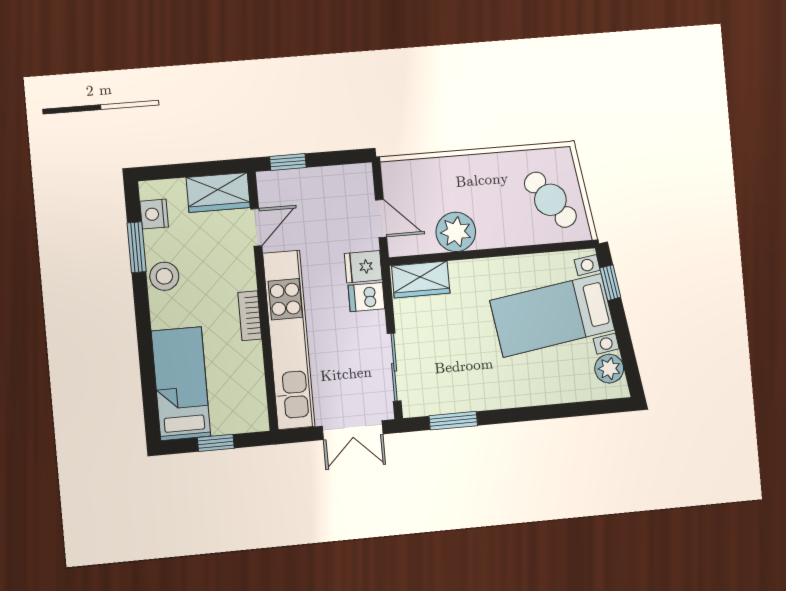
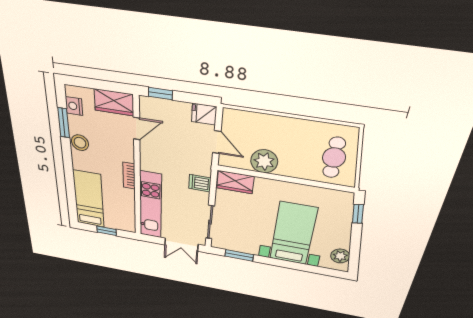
cafe table: (550, 200) -> (334, 158), turned 37
fridge: (363, 267) -> (204, 114), moved
bed with nightstands: (552, 315) -> (293, 234), moved, turned 99
kitchen unit: (289, 340) -> (151, 205), width x0.73

